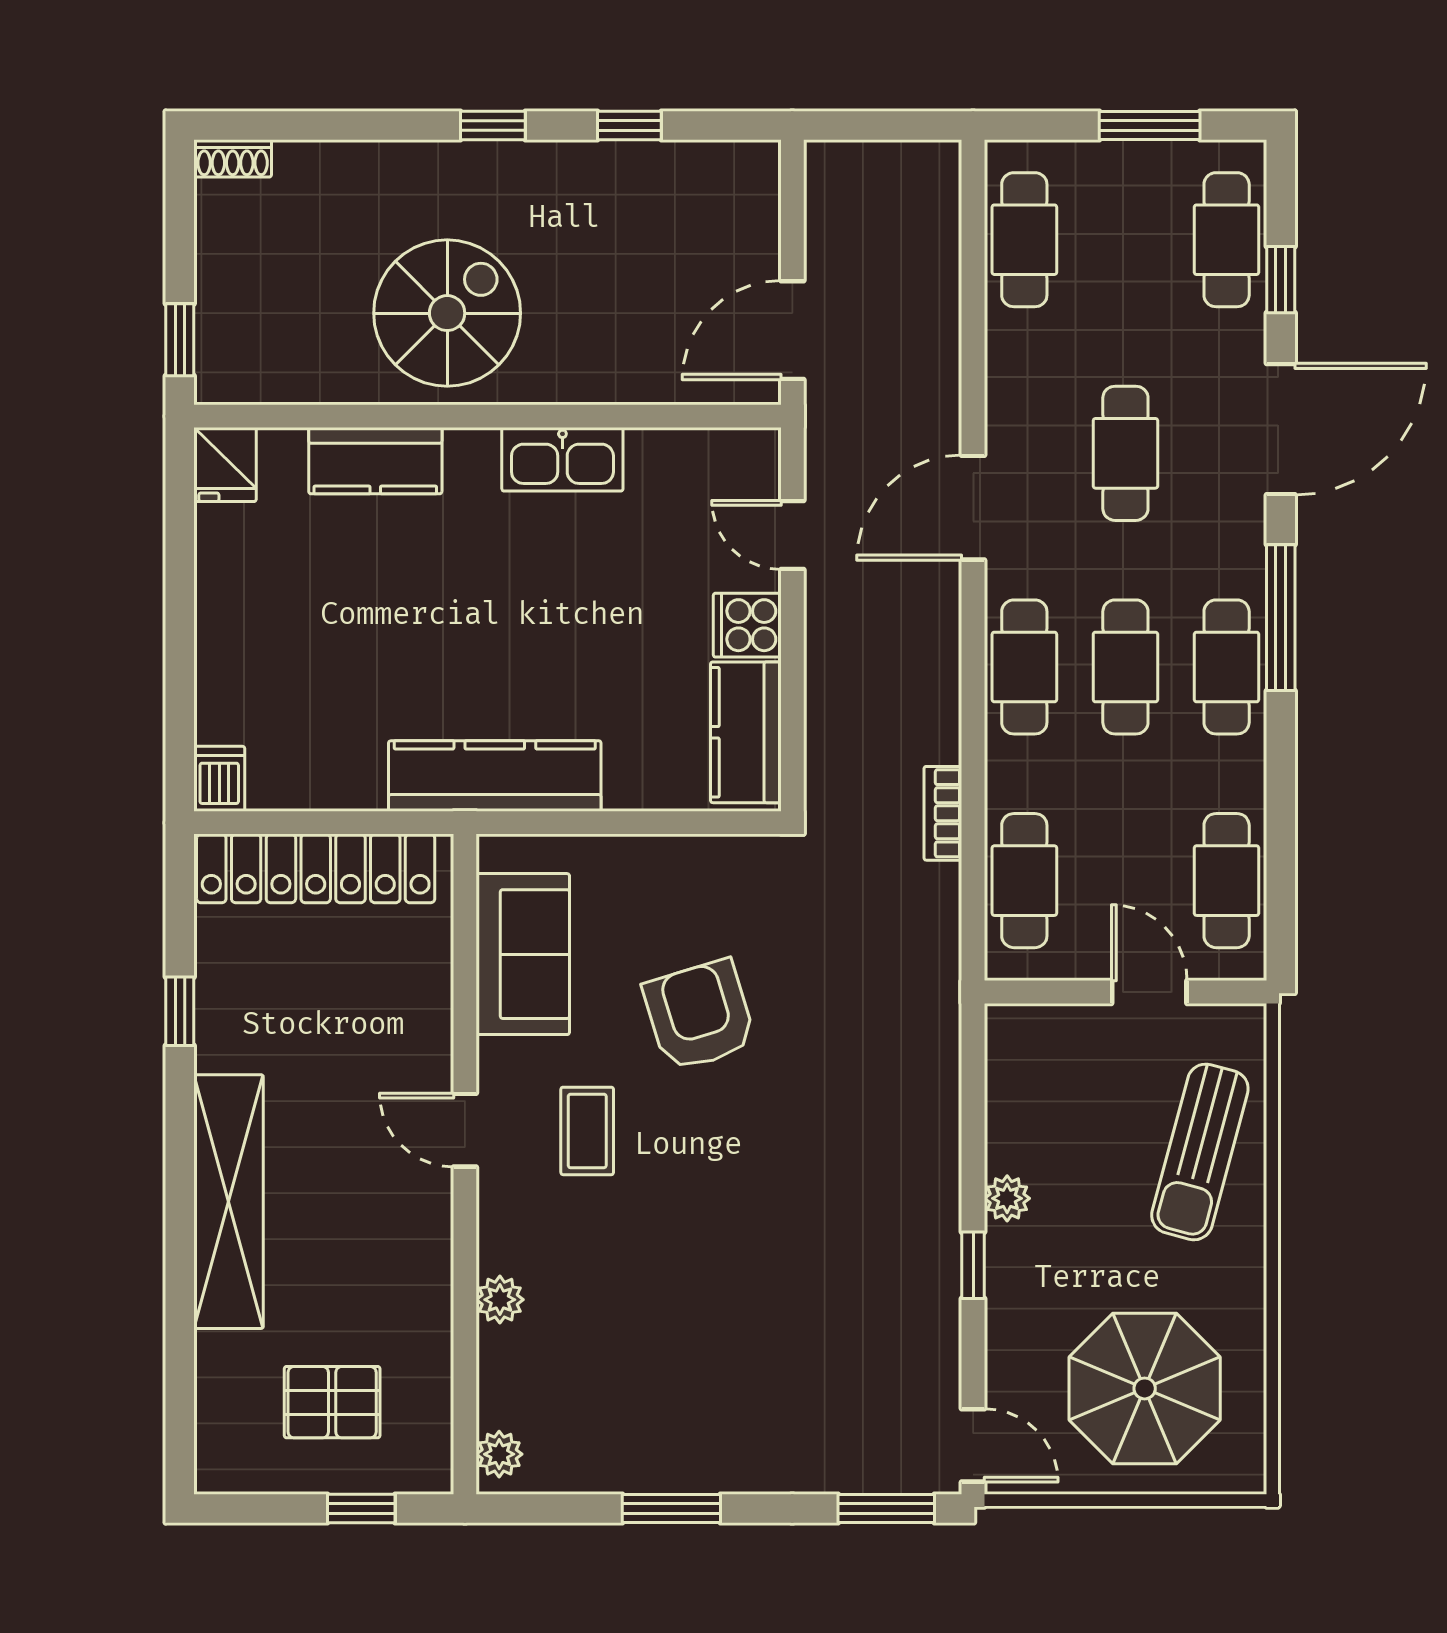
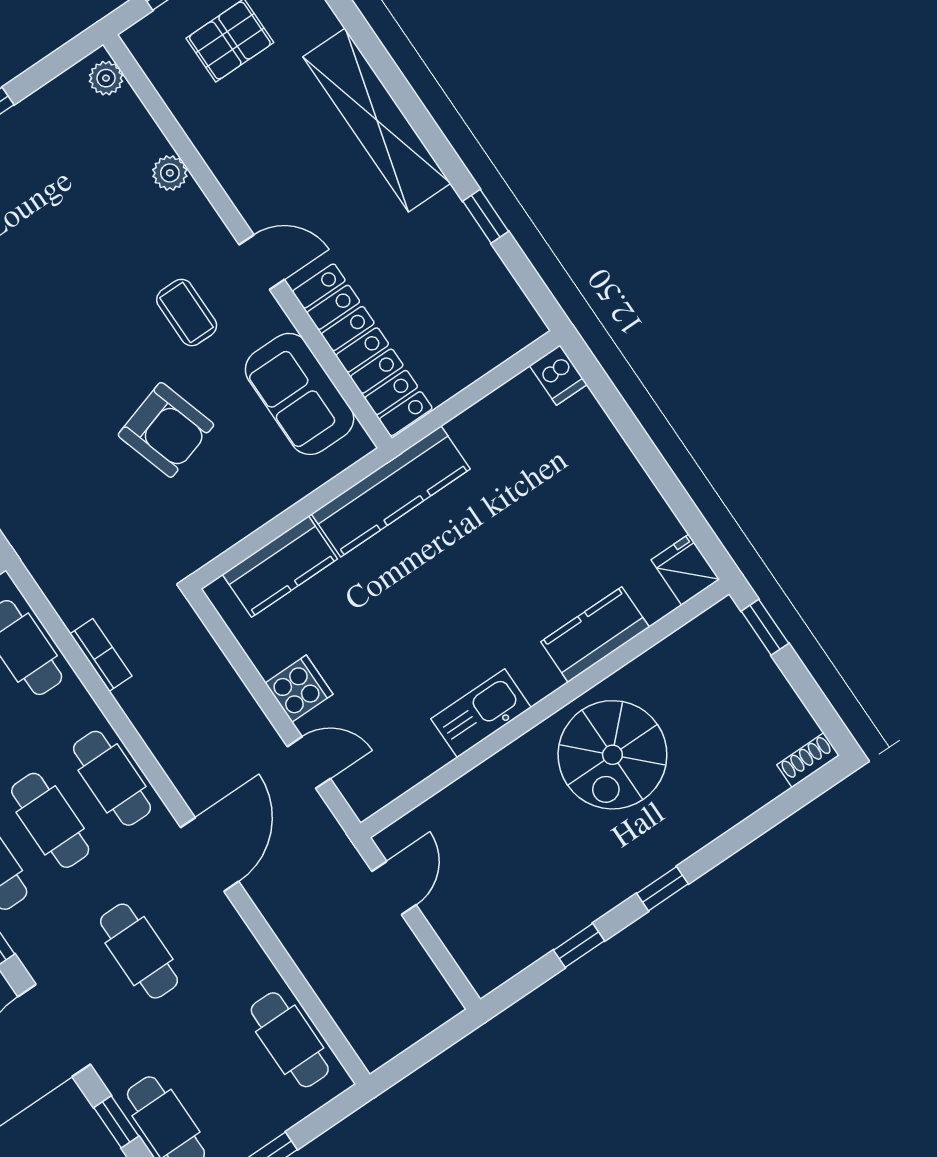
door: (792, 330) -> (394, 888), width x0.73
kitchen counter: (746, 732) -> (280, 567), moved, turned 90
locker: (316, 868) -> (362, 350), moved, turned 90

